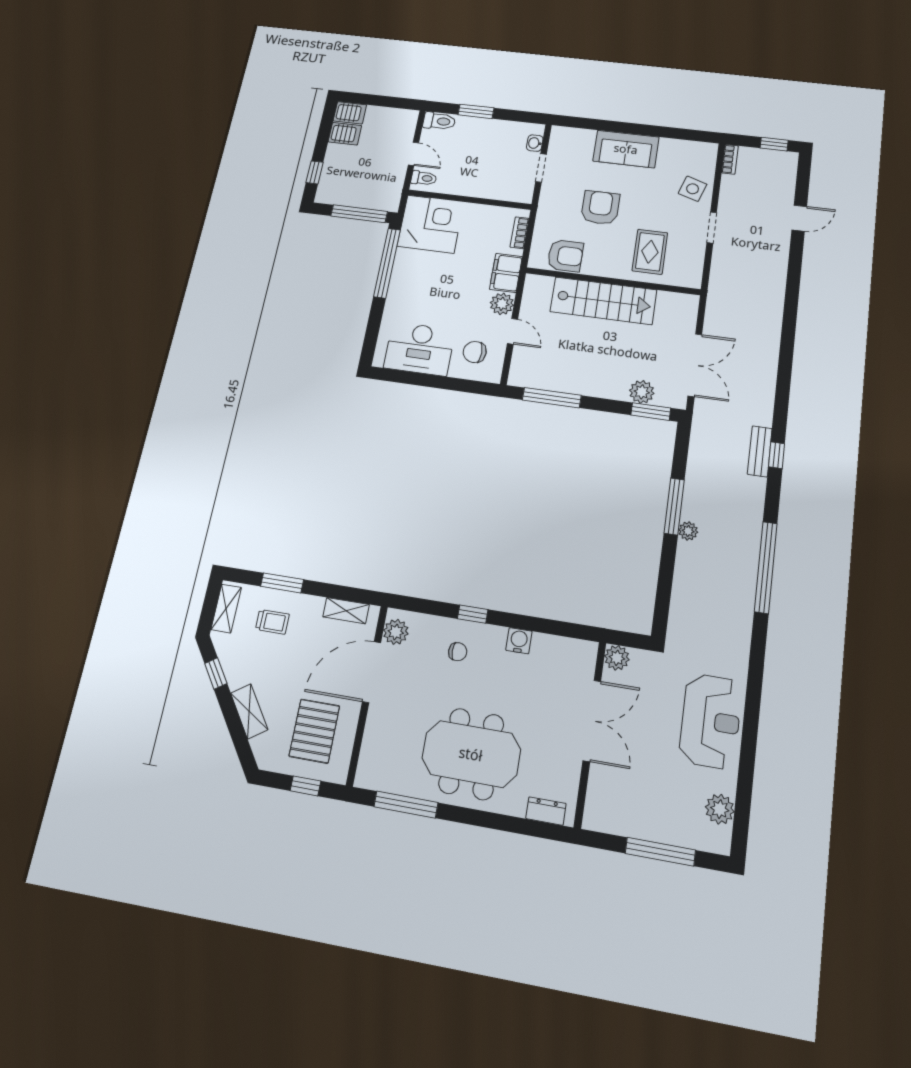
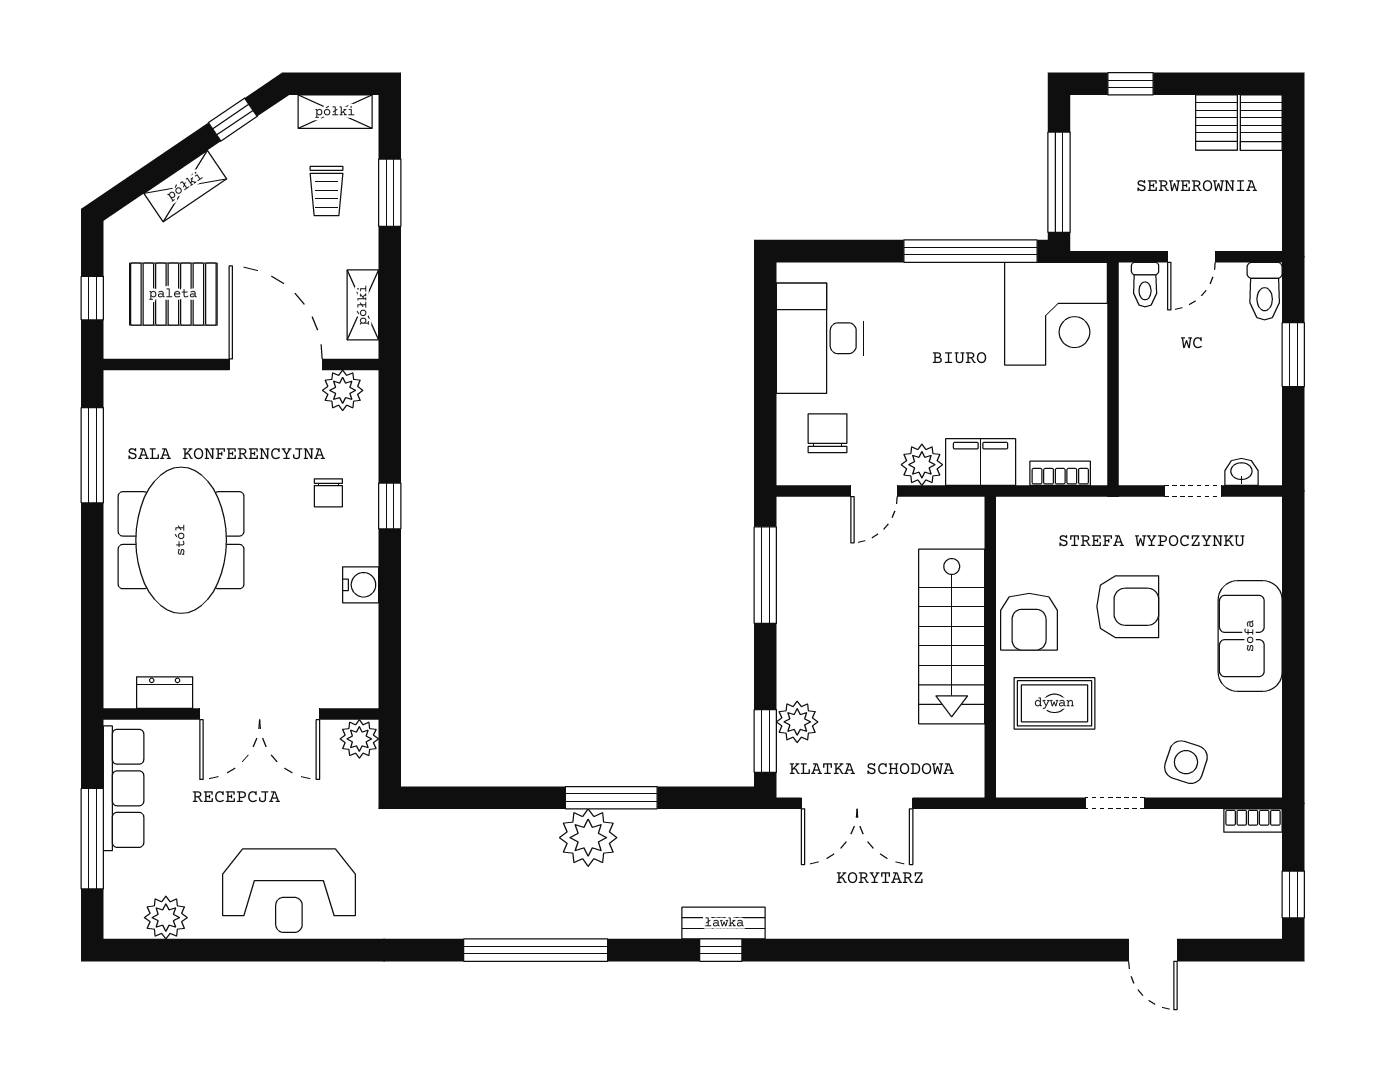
armchair: (565, 256) -> (1029, 622), moved
plant: (688, 531) -> (588, 838), width x1.87, depth x1.87
dresser: (546, 811) -> (165, 693), moved, turned -90
row of seats: (629, 823) -> (124, 788), added

